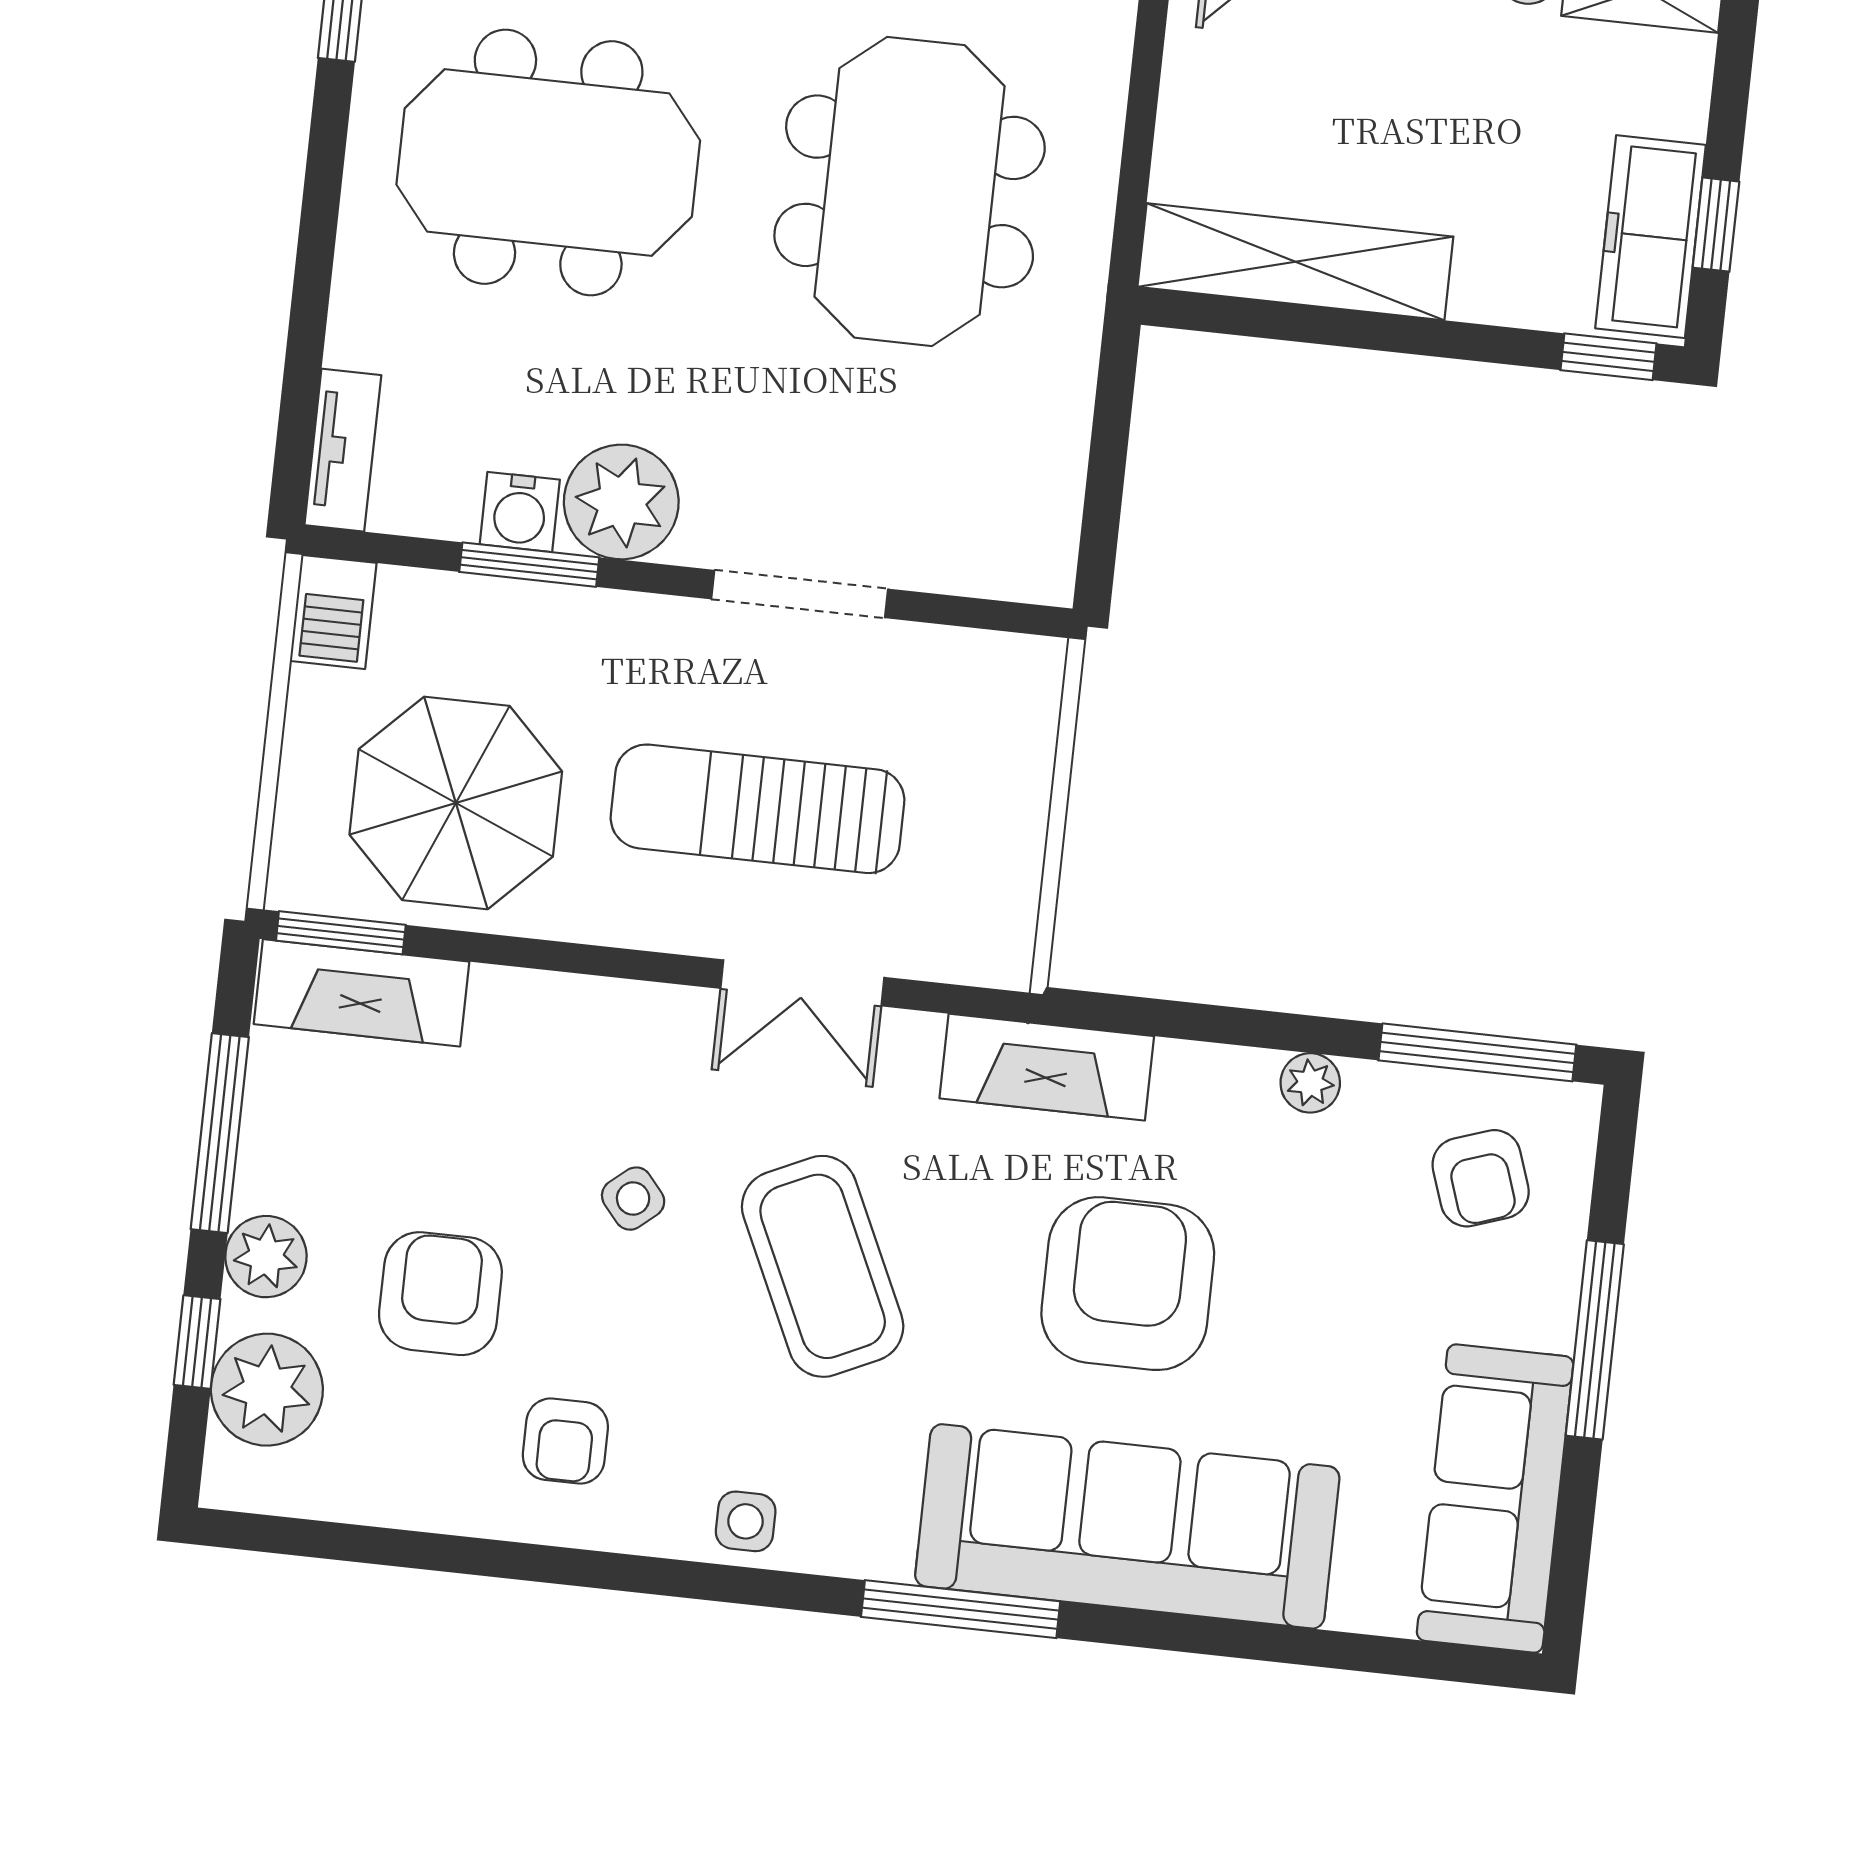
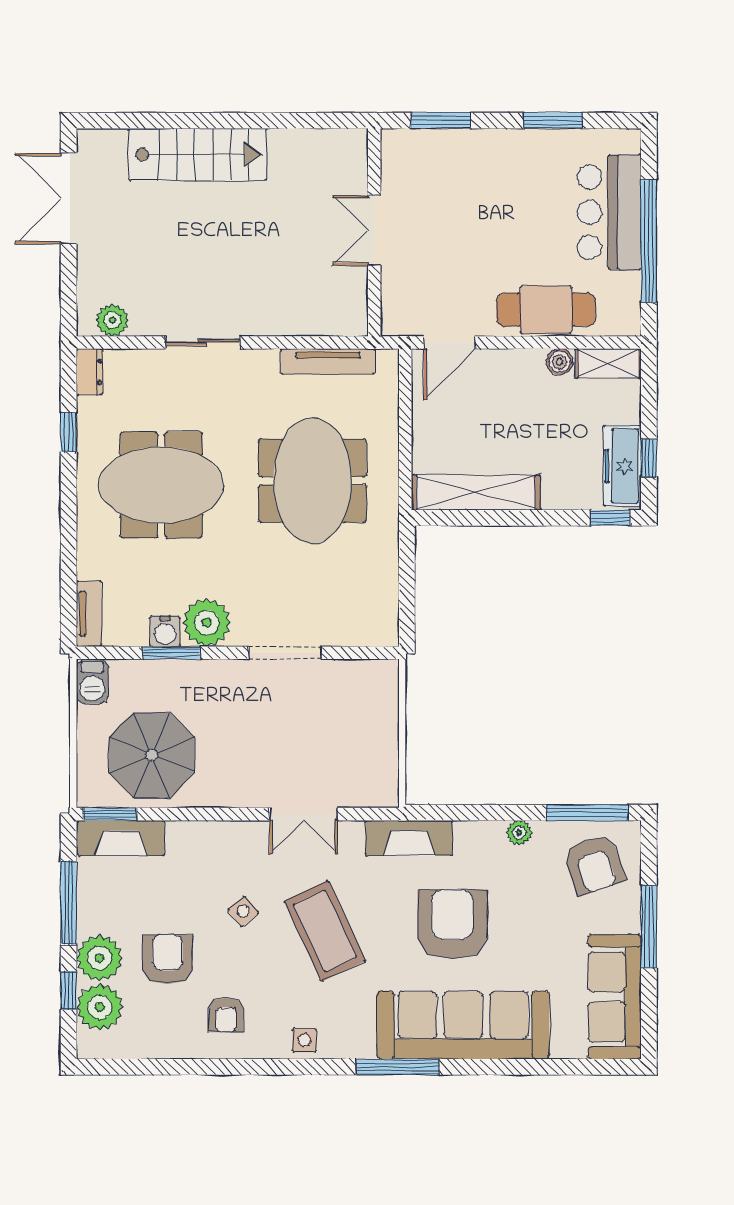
sun lounger: (757, 809) -> (277, 744), removed
armchair: (1481, 1178) -> (594, 865), width x1.38, depth x1.38
plant: (266, 1257) -> (100, 958), width x1.36, depth x1.36

